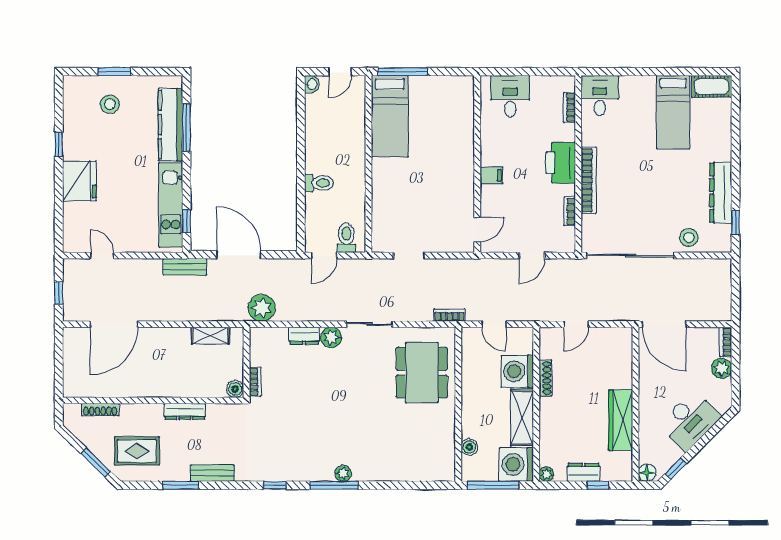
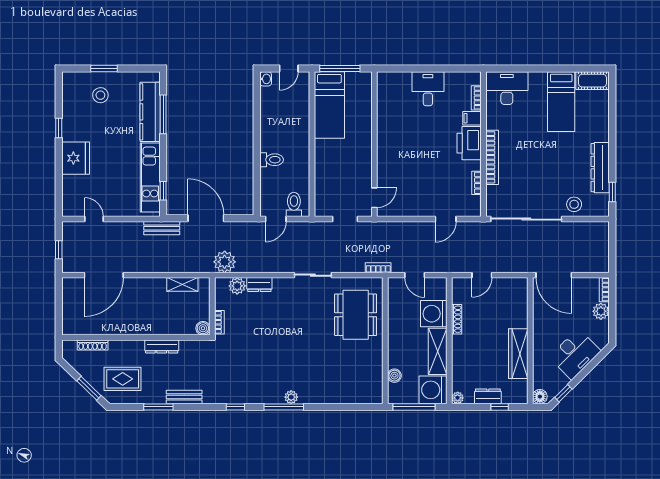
desk: (600, 96) -> (507, 88), width x1.37
wall: (477, 164) -> (374, 144), moved
filing cabinet: (491, 175) -> (472, 118), moved, turned 180
door: (477, 230) -> (374, 198), moved
plant: (331, 337) -> (237, 286), moved

